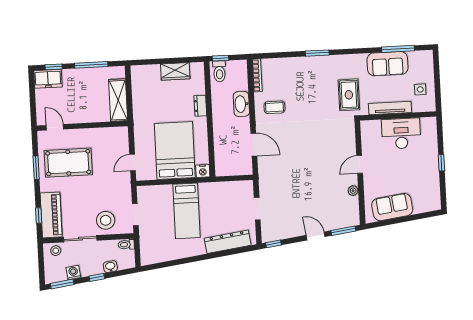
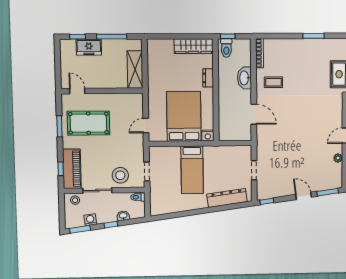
wardrobe: (175, 71) -> (193, 46), width x1.50
freezer: (48, 79) -> (89, 47), moved

